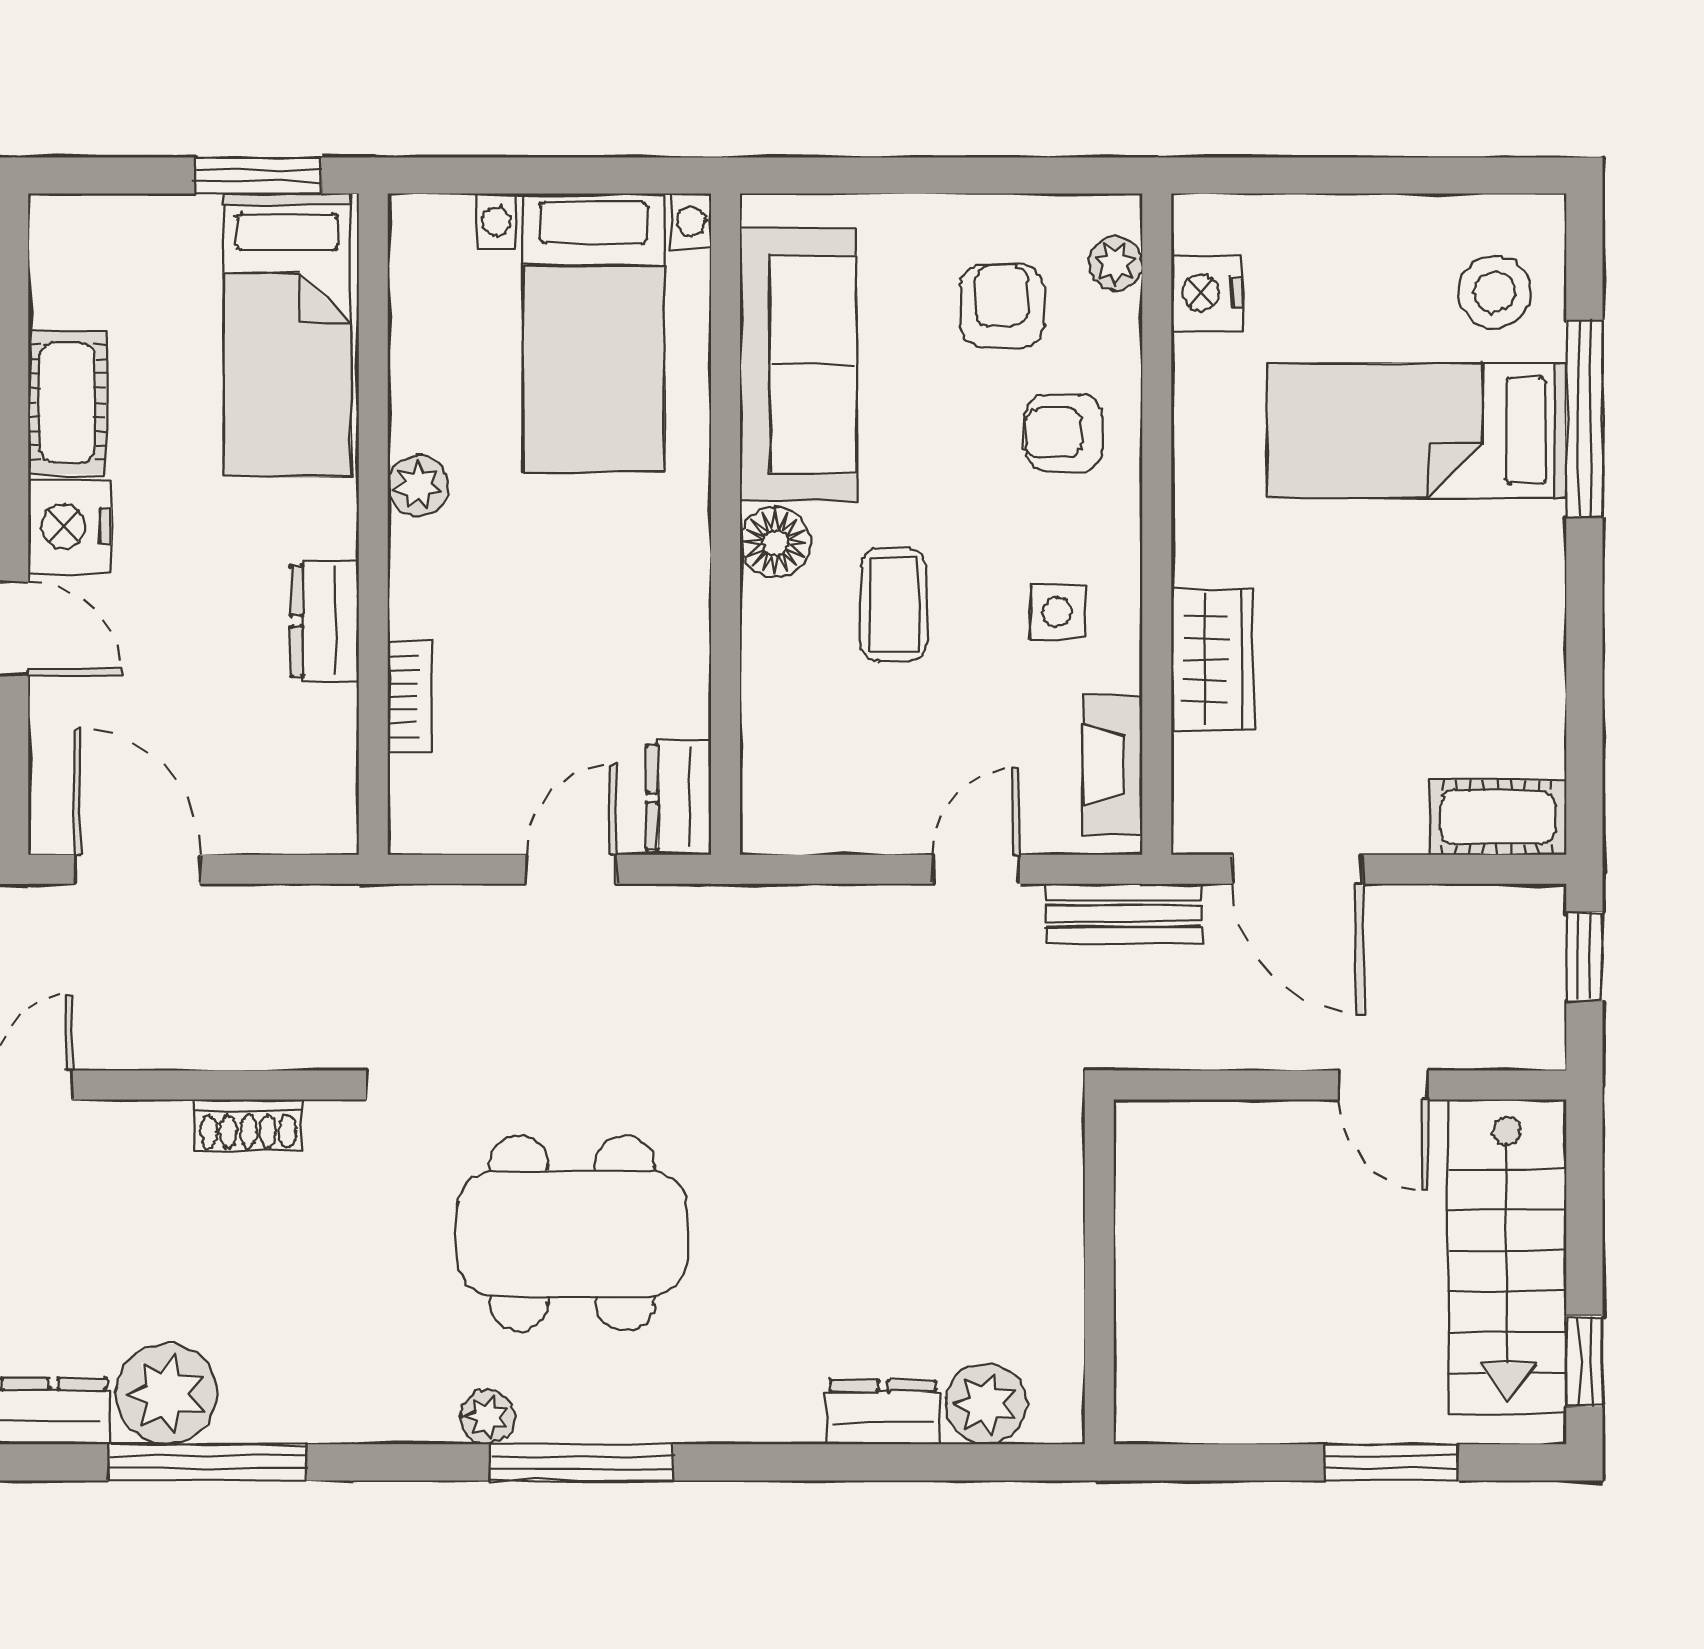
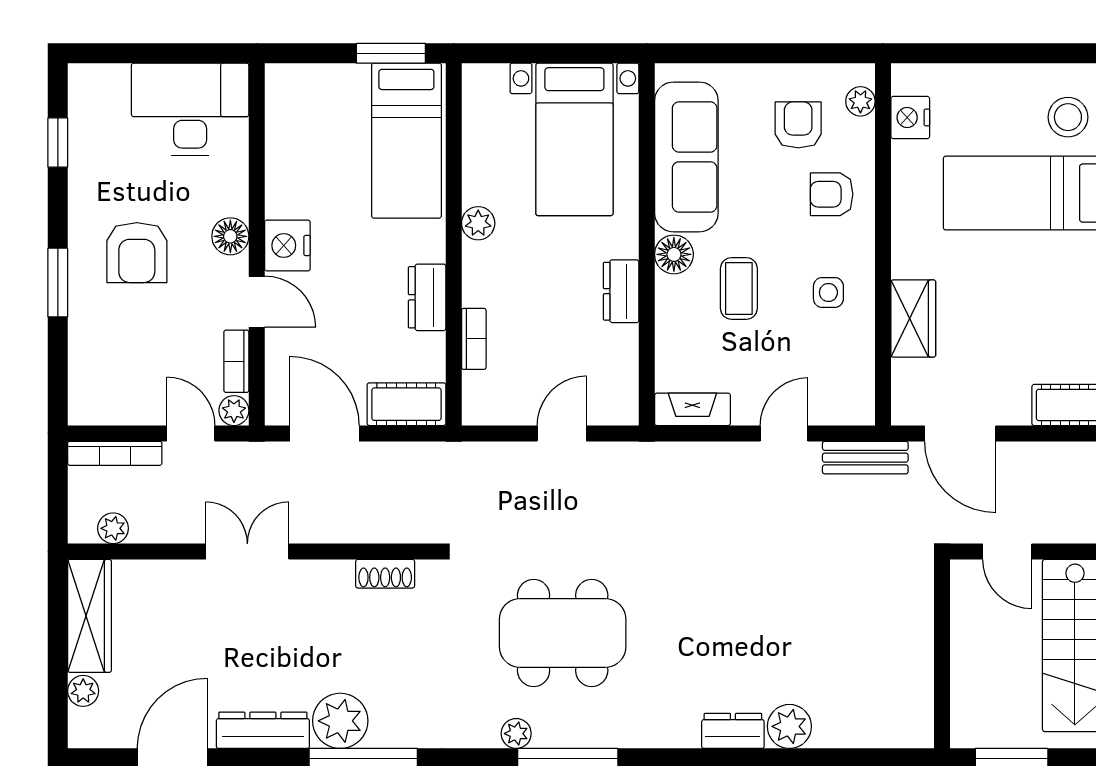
cot: (67, 402) -> (406, 404), moved, turned 90
fireplace: (1113, 765) -> (692, 409), moved, turned 90
dresser: (679, 798) -> (621, 291), moved
wall: (1099, 1272) -> (942, 654), moved

